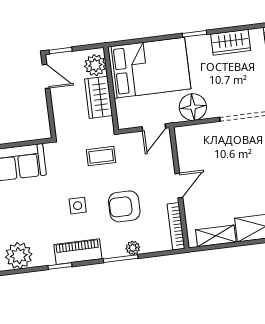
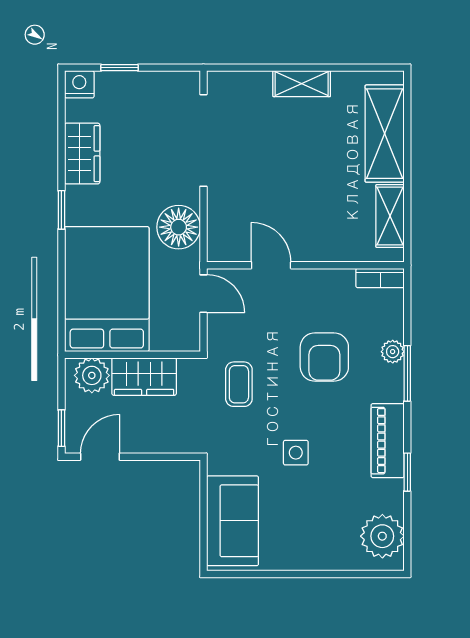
door: (179, 186) -> (271, 265), moved
side table: (78, 206) -> (296, 453), moved
bookcase: (176, 226) -> (380, 278), width x0.64

